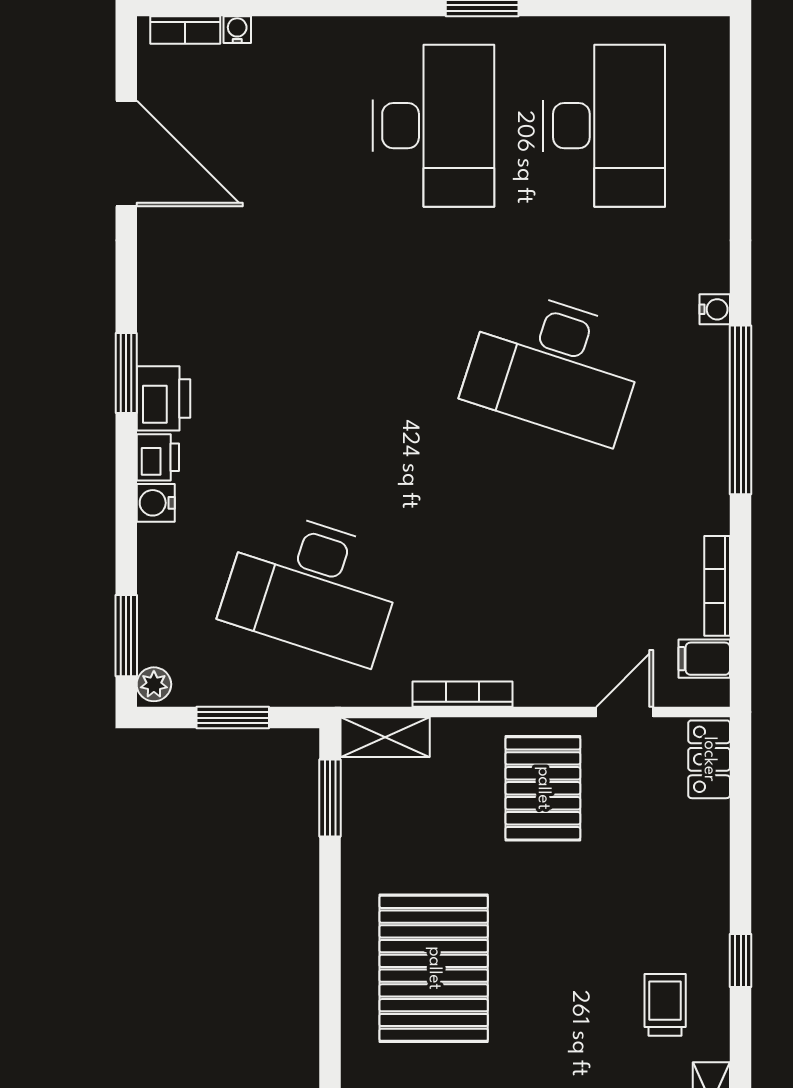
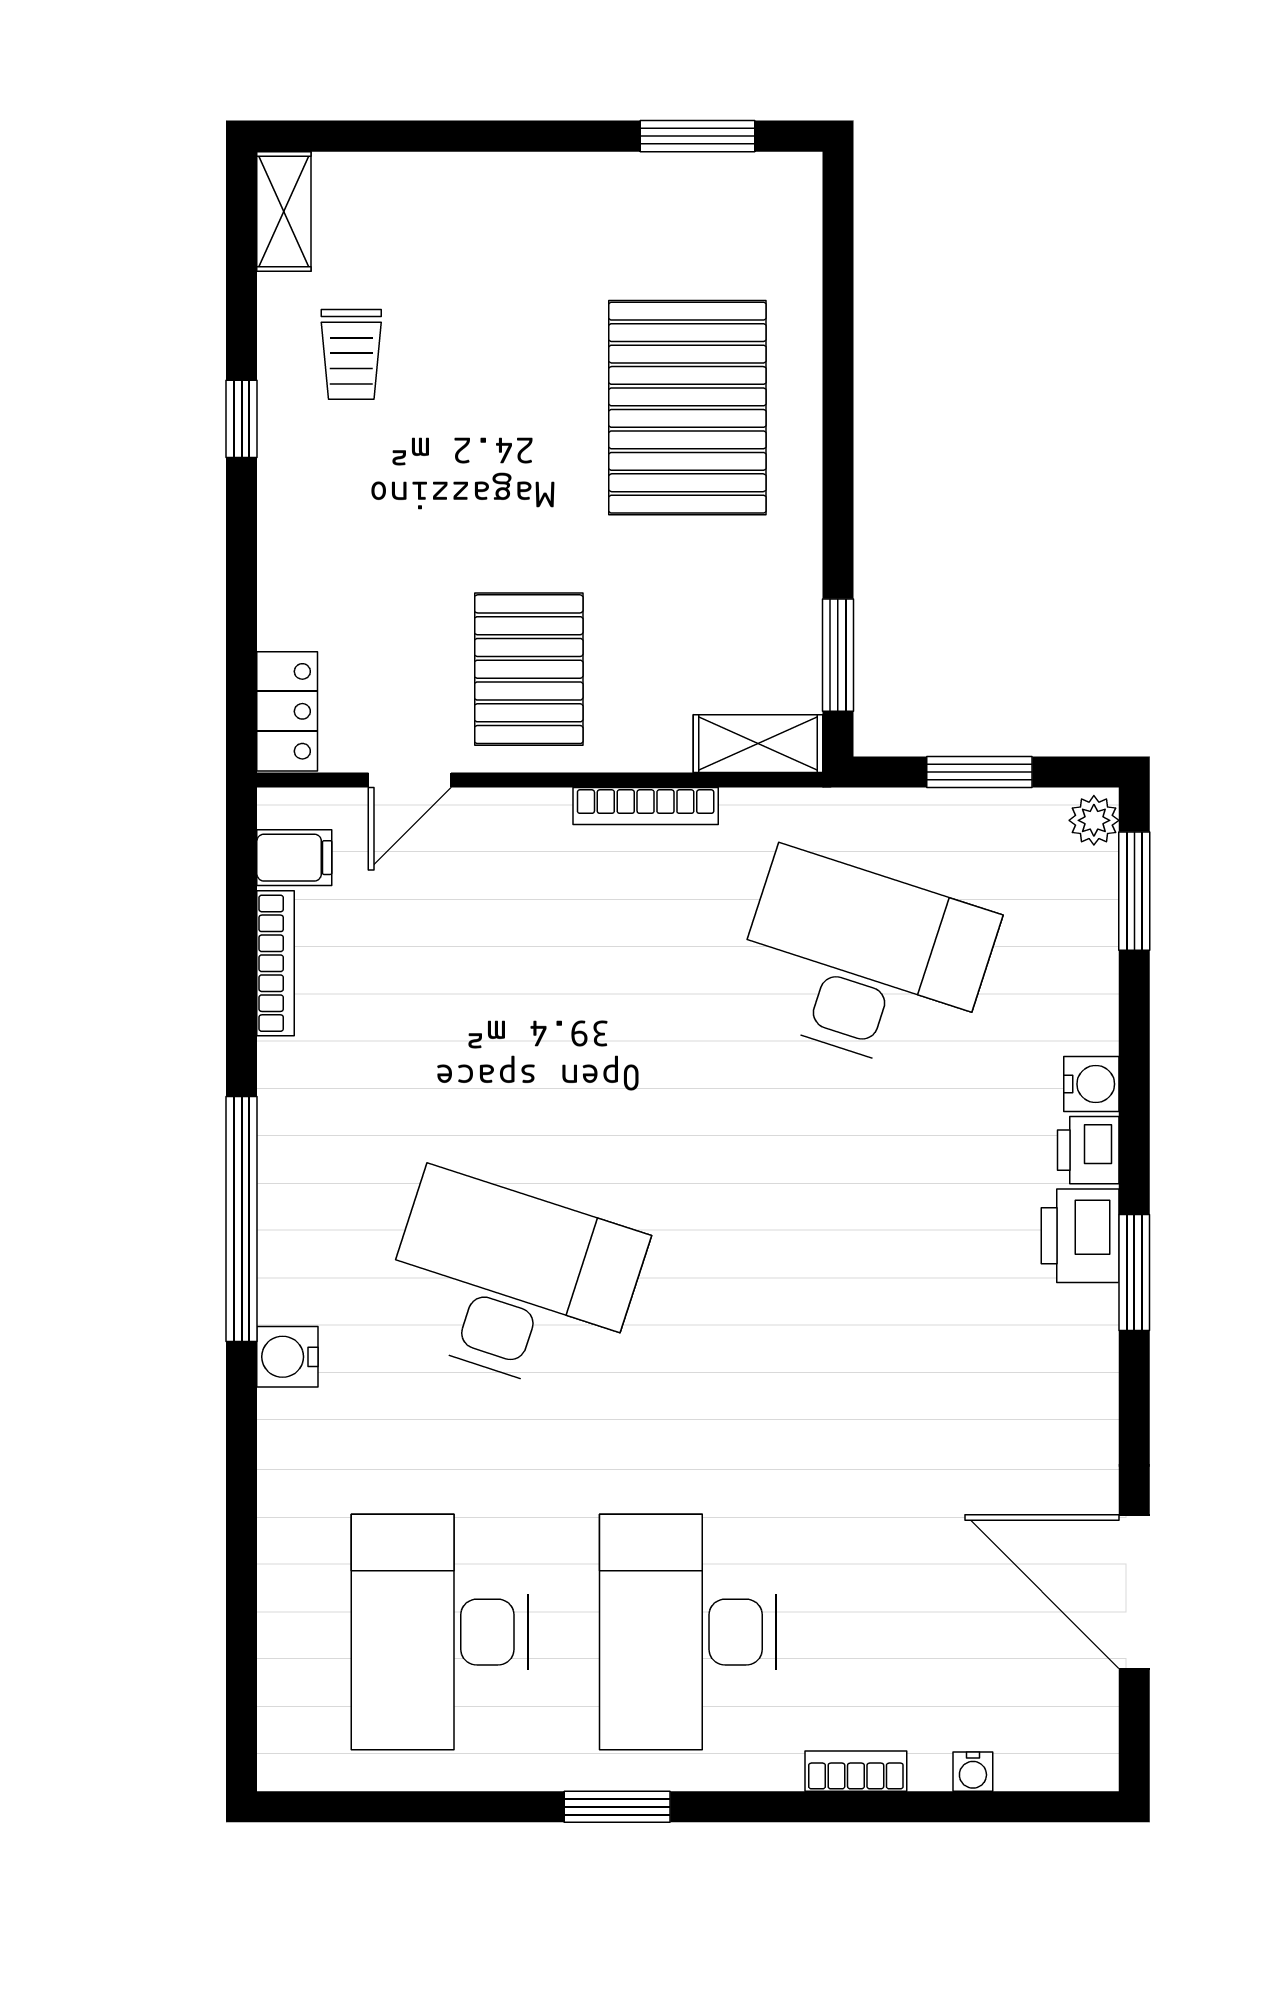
bookcase: (185, 30) -> (856, 1771), moved
water cooler: (715, 309) -> (287, 1357), width x1.38, depth x1.38

